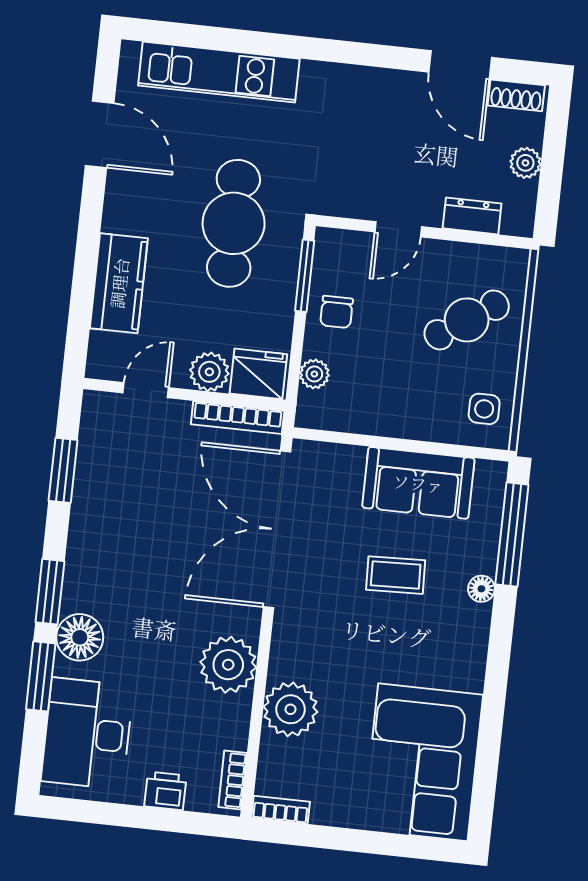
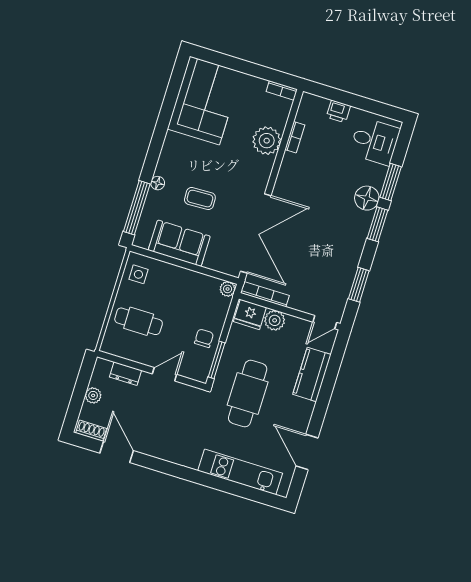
cafe table: (467, 320) -> (139, 321), turned 34
plant: (314, 374) -> (228, 289), moved
door: (146, 390) -> (325, 322), moved
plant: (228, 665) -> (294, 169), removed
desk: (87, 734) -> (375, 141), width x0.73
bookcase: (233, 780) -> (295, 137), moved

